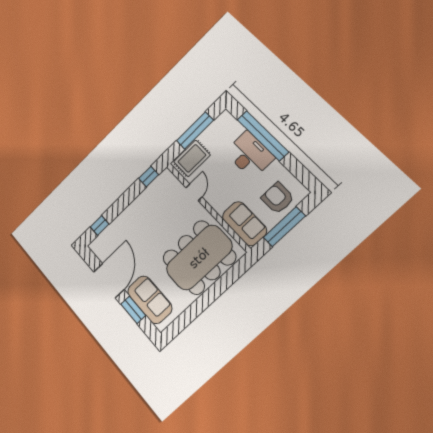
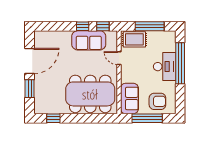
door: (194, 192) -> (119, 58), swing flipped
armchair: (278, 198) -> (157, 101), turned 90
window: (100, 226) -> (83, 26), moved
sofa: (150, 300) -> (89, 40), moved, turned 90
window: (184, 320) -> (53, 118), added

